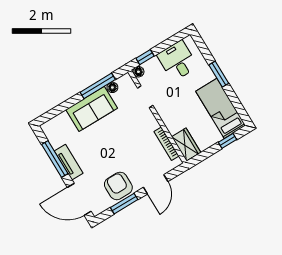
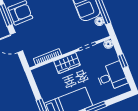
window: (145, 57) -> (123, 61), moved
wardrobe: (186, 145) -> (67, 63), moved

